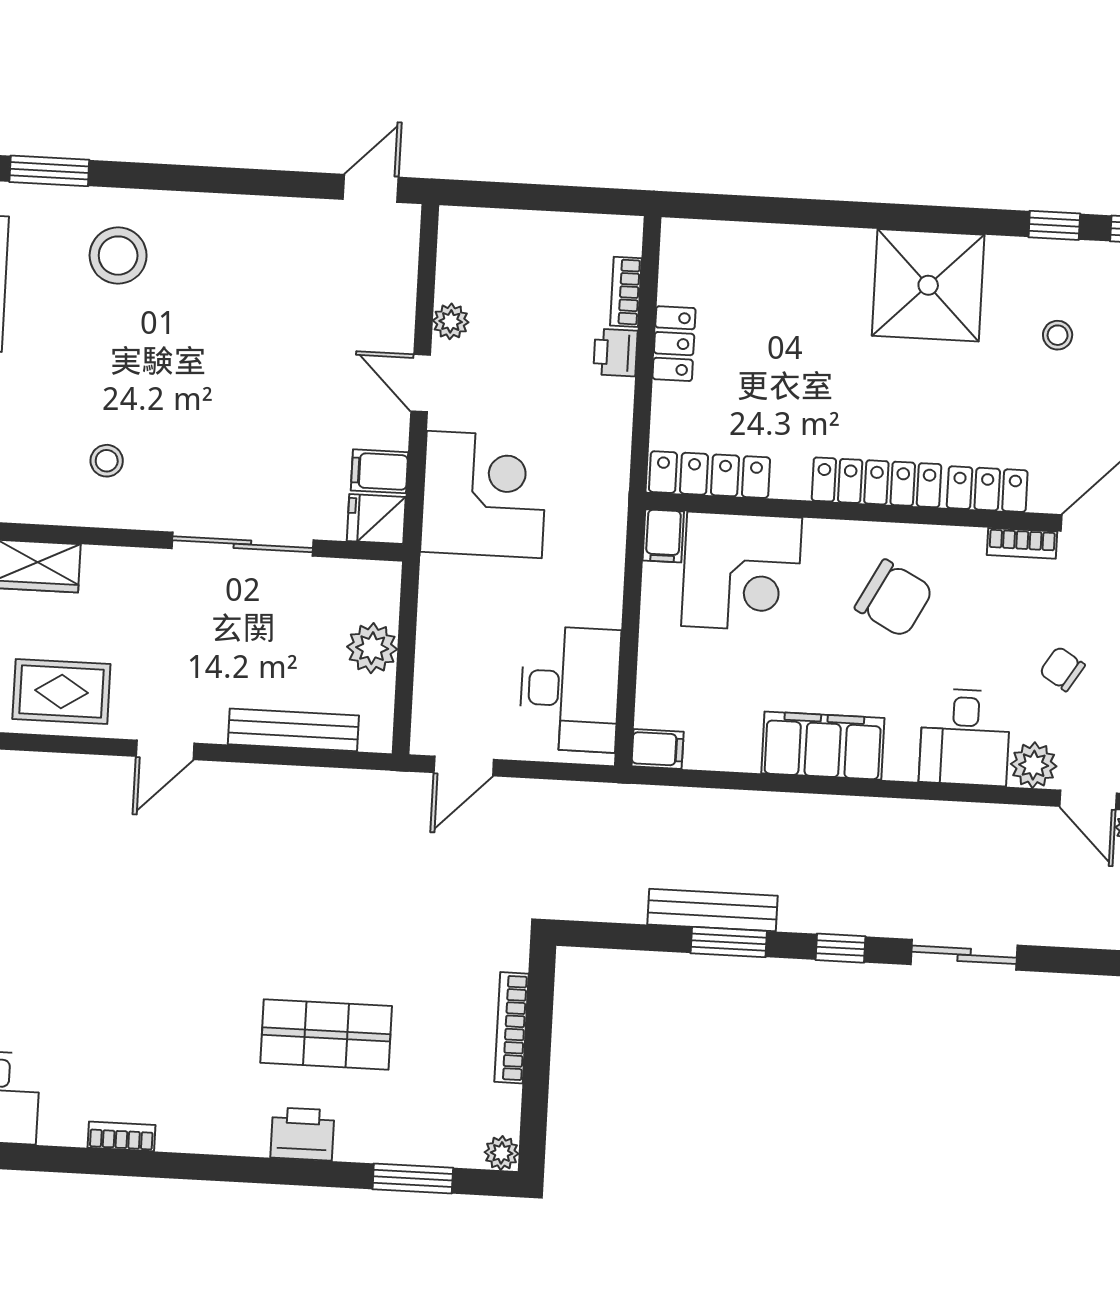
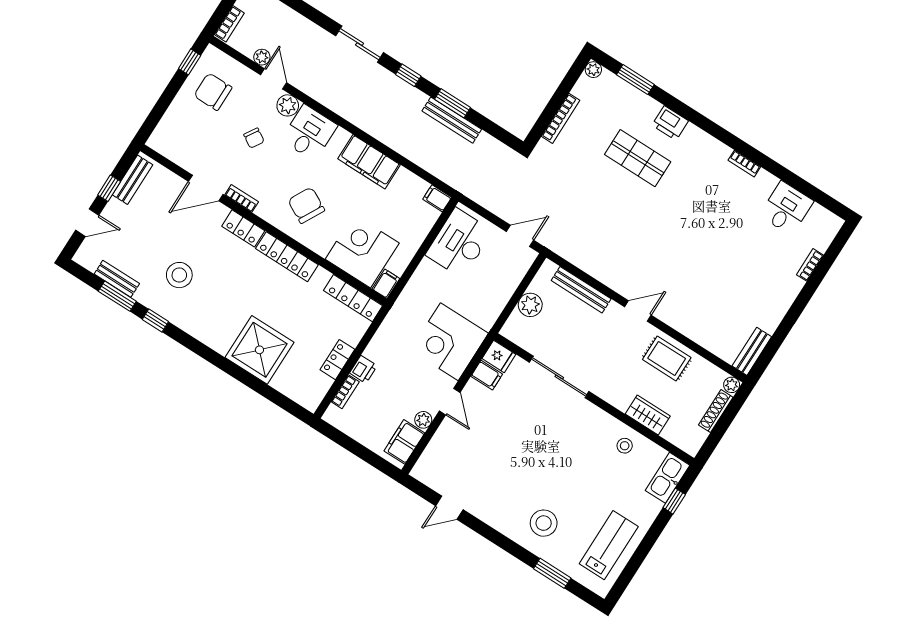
door: (371, 188) -> (449, 508), moved
filing cabinet: (463, 260) -> (404, 442), added
shower: (928, 285) -> (259, 350), moved
stool: (1058, 335) -> (179, 275), width x1.89, depth x1.89
stool: (107, 461) -> (625, 446), moved

